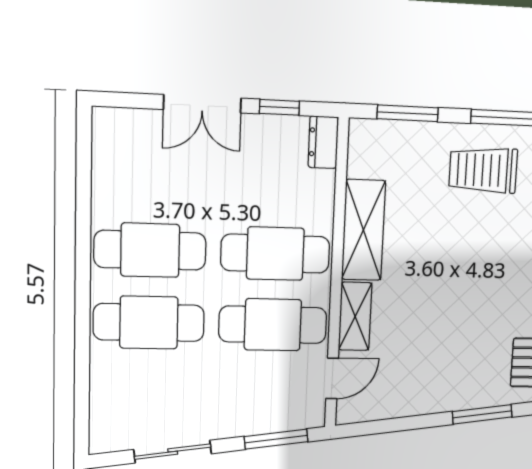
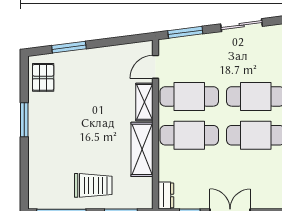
trolley: (483, 170) -> (93, 185), moved

